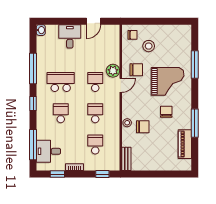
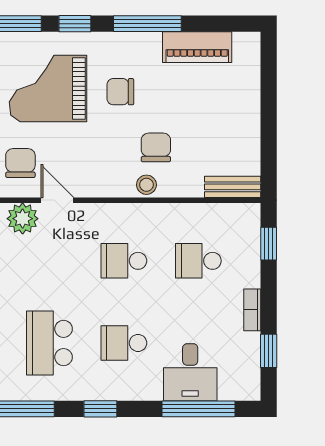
grand piano: (168, 81) -> (48, 89), turned -90
school desk: (95, 82) -> (49, 261), removed
window: (195, 93) -> (75, 24), added
desk: (48, 151) -> (190, 372), moved

